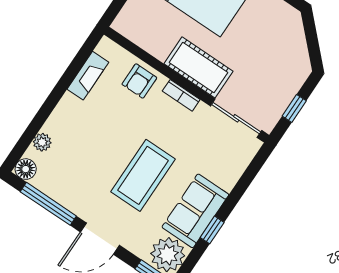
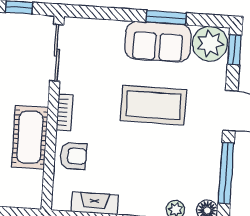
cot: (198, 67) -> (30, 137), moved
window: (212, 230) -> (166, 17), width x1.50

